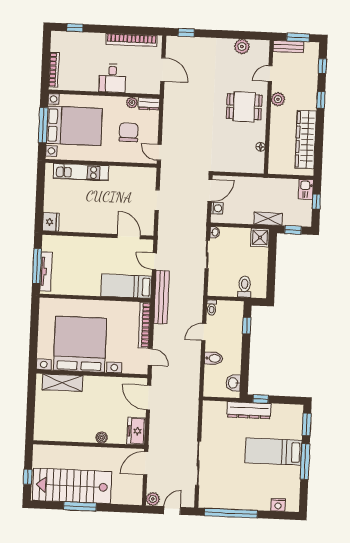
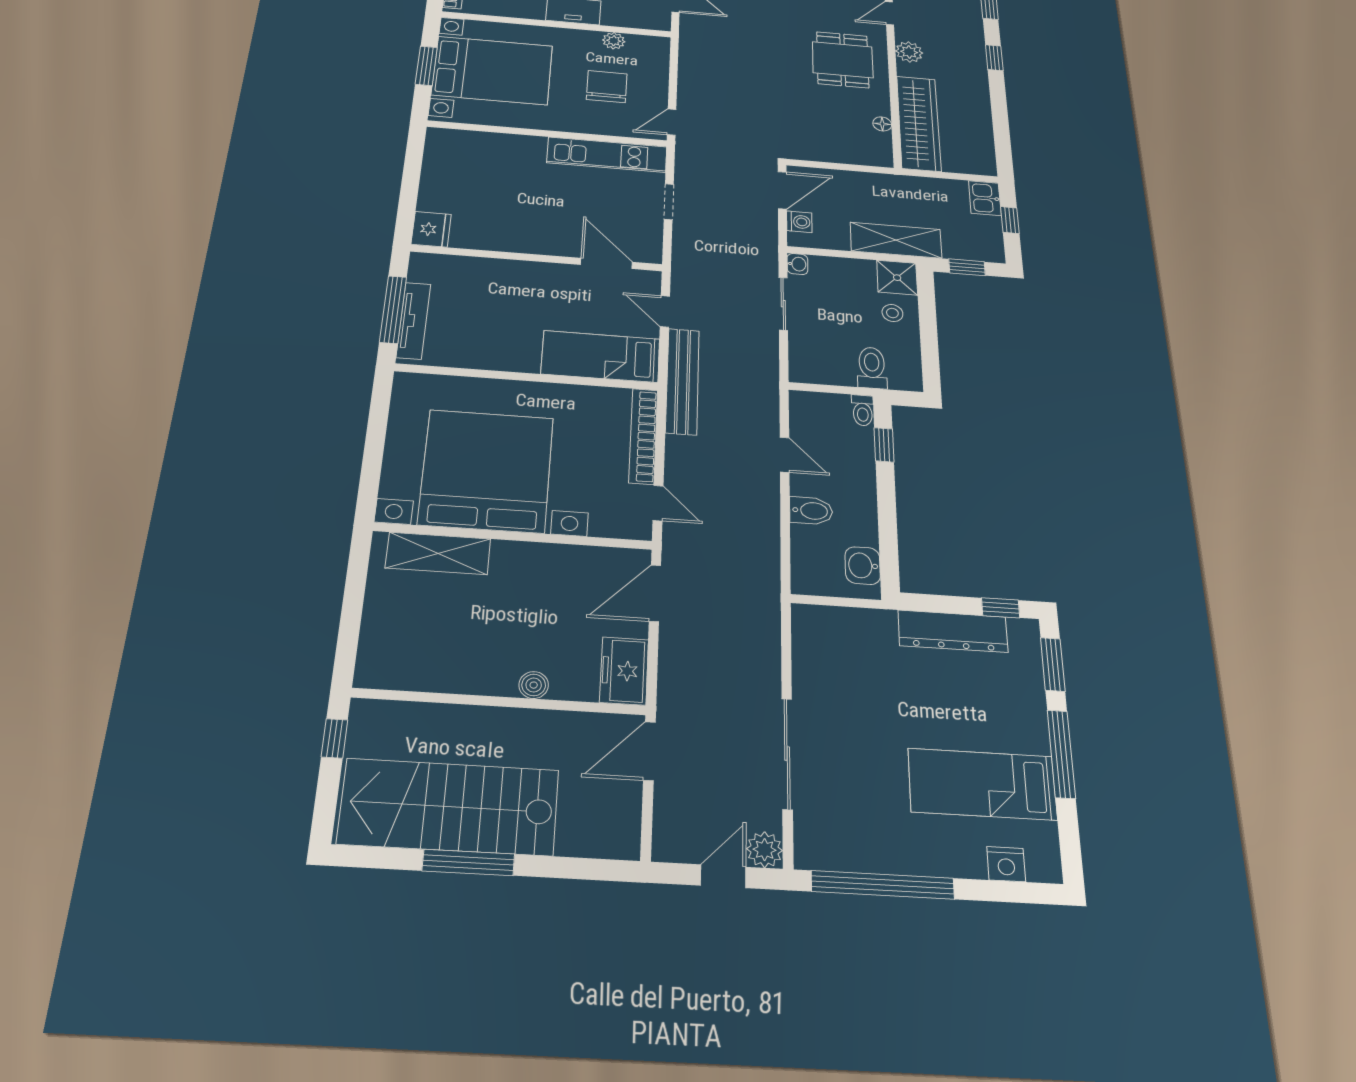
dresser: (149, 104) -> (649, 44), removed
dining table: (244, 107) -> (843, 60), turned 90
window: (43, 125) -> (426, 66), width x0.69
wardrobe: (306, 140) -> (919, 123), moved, turned 180
door: (159, 152) -> (672, 122), hinge flipped
kitchen unit: (81, 172) -> (607, 155), moved
shelving: (268, 219) -> (896, 240), width x1.50, depth x1.33
stool: (256, 257) -> (892, 313), added
toilet: (212, 307) -> (863, 410), moved
door: (204, 332) -> (785, 455), swing flipped
door: (149, 398) -> (655, 593), hinge flipped
window: (261, 399) -> (1001, 608), moved
dresser: (249, 410) -> (953, 631), moved
bed: (273, 452) -> (982, 784), moved
window: (28, 477) -> (334, 738), moved
plant: (153, 499) -> (765, 850), moved

